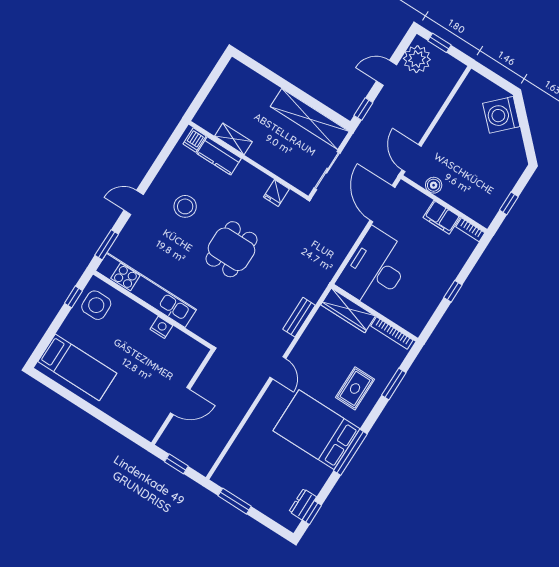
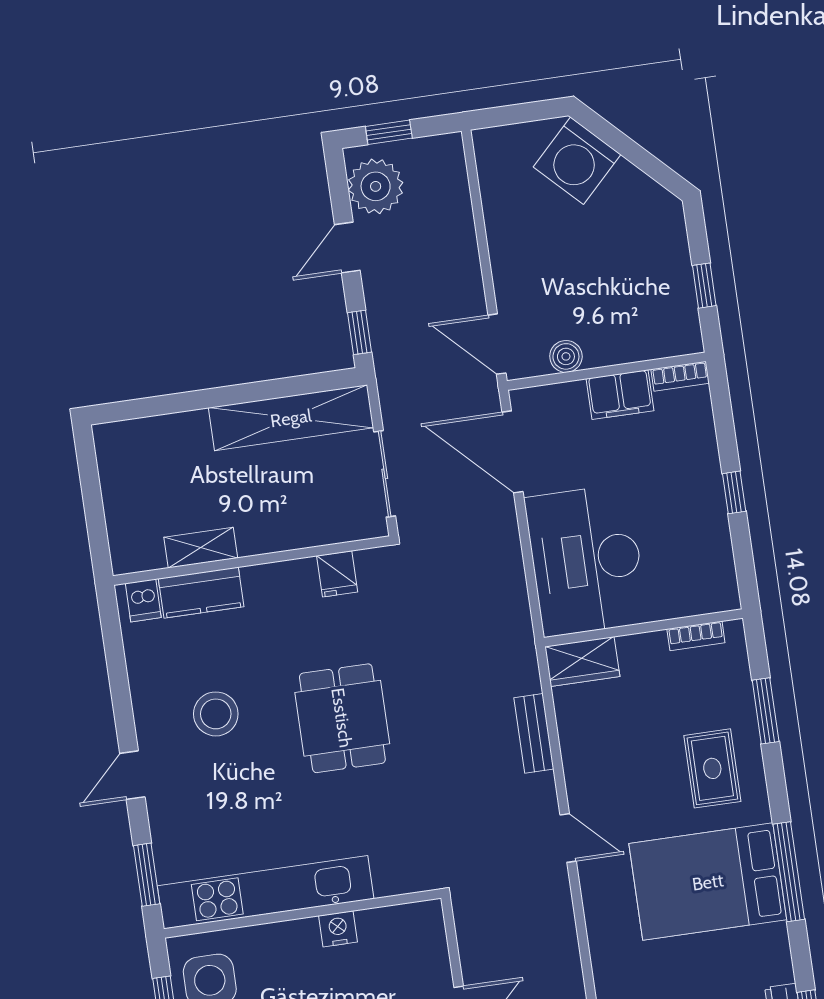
wardrobe: (348, 310) -> (582, 661), width x0.67
bookcase: (392, 333) -> (696, 636), width x0.64

